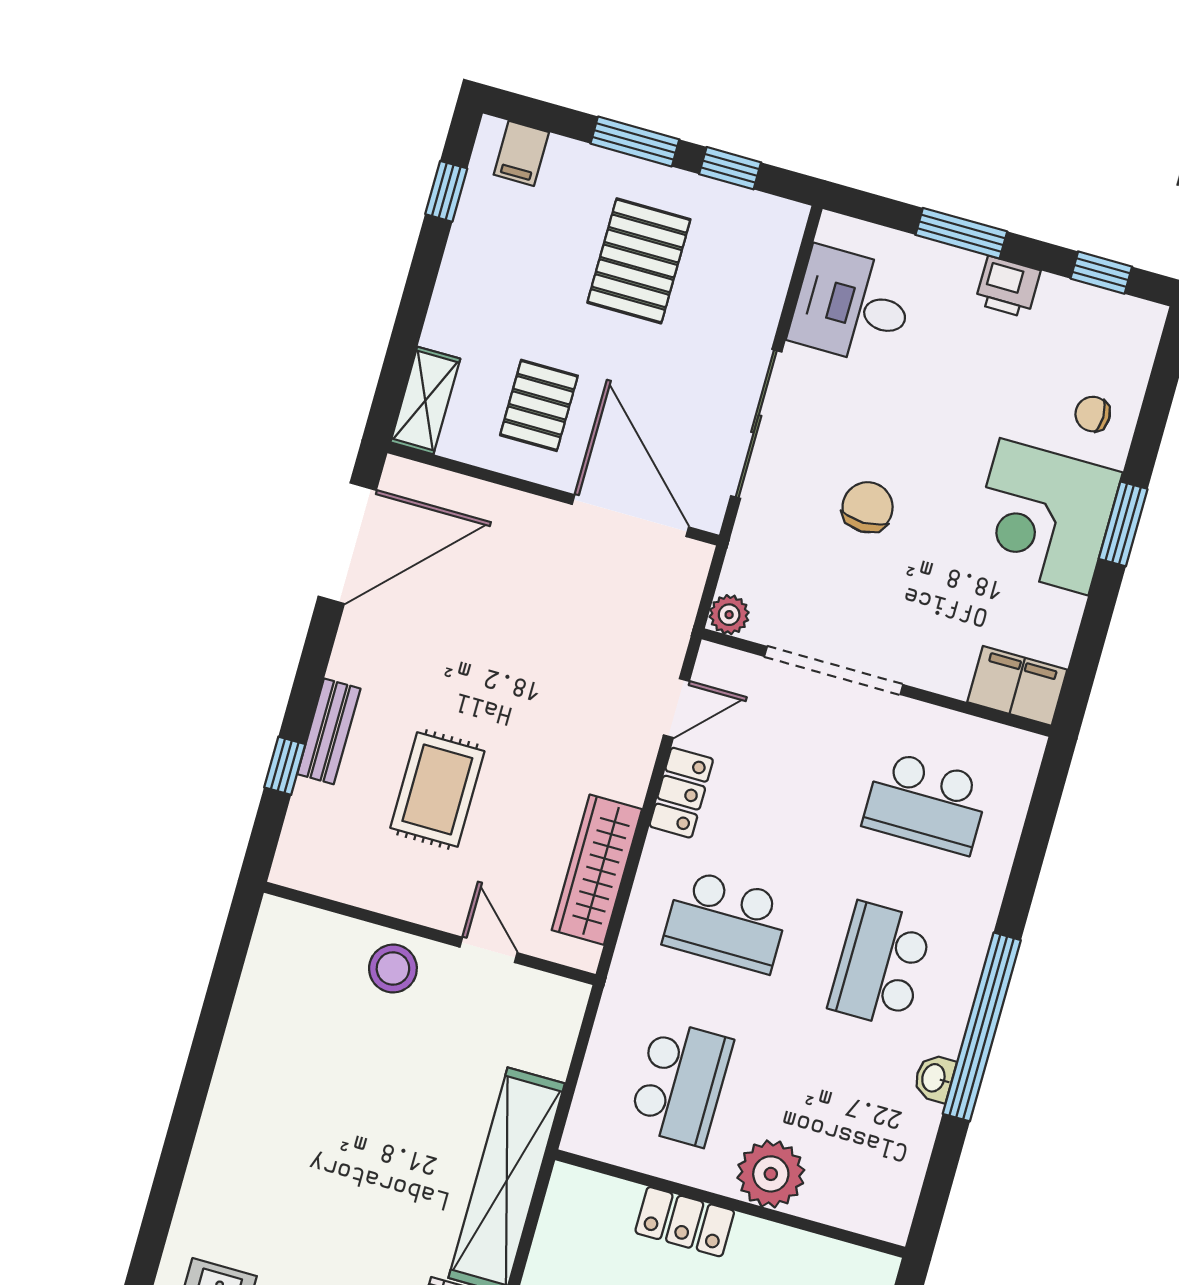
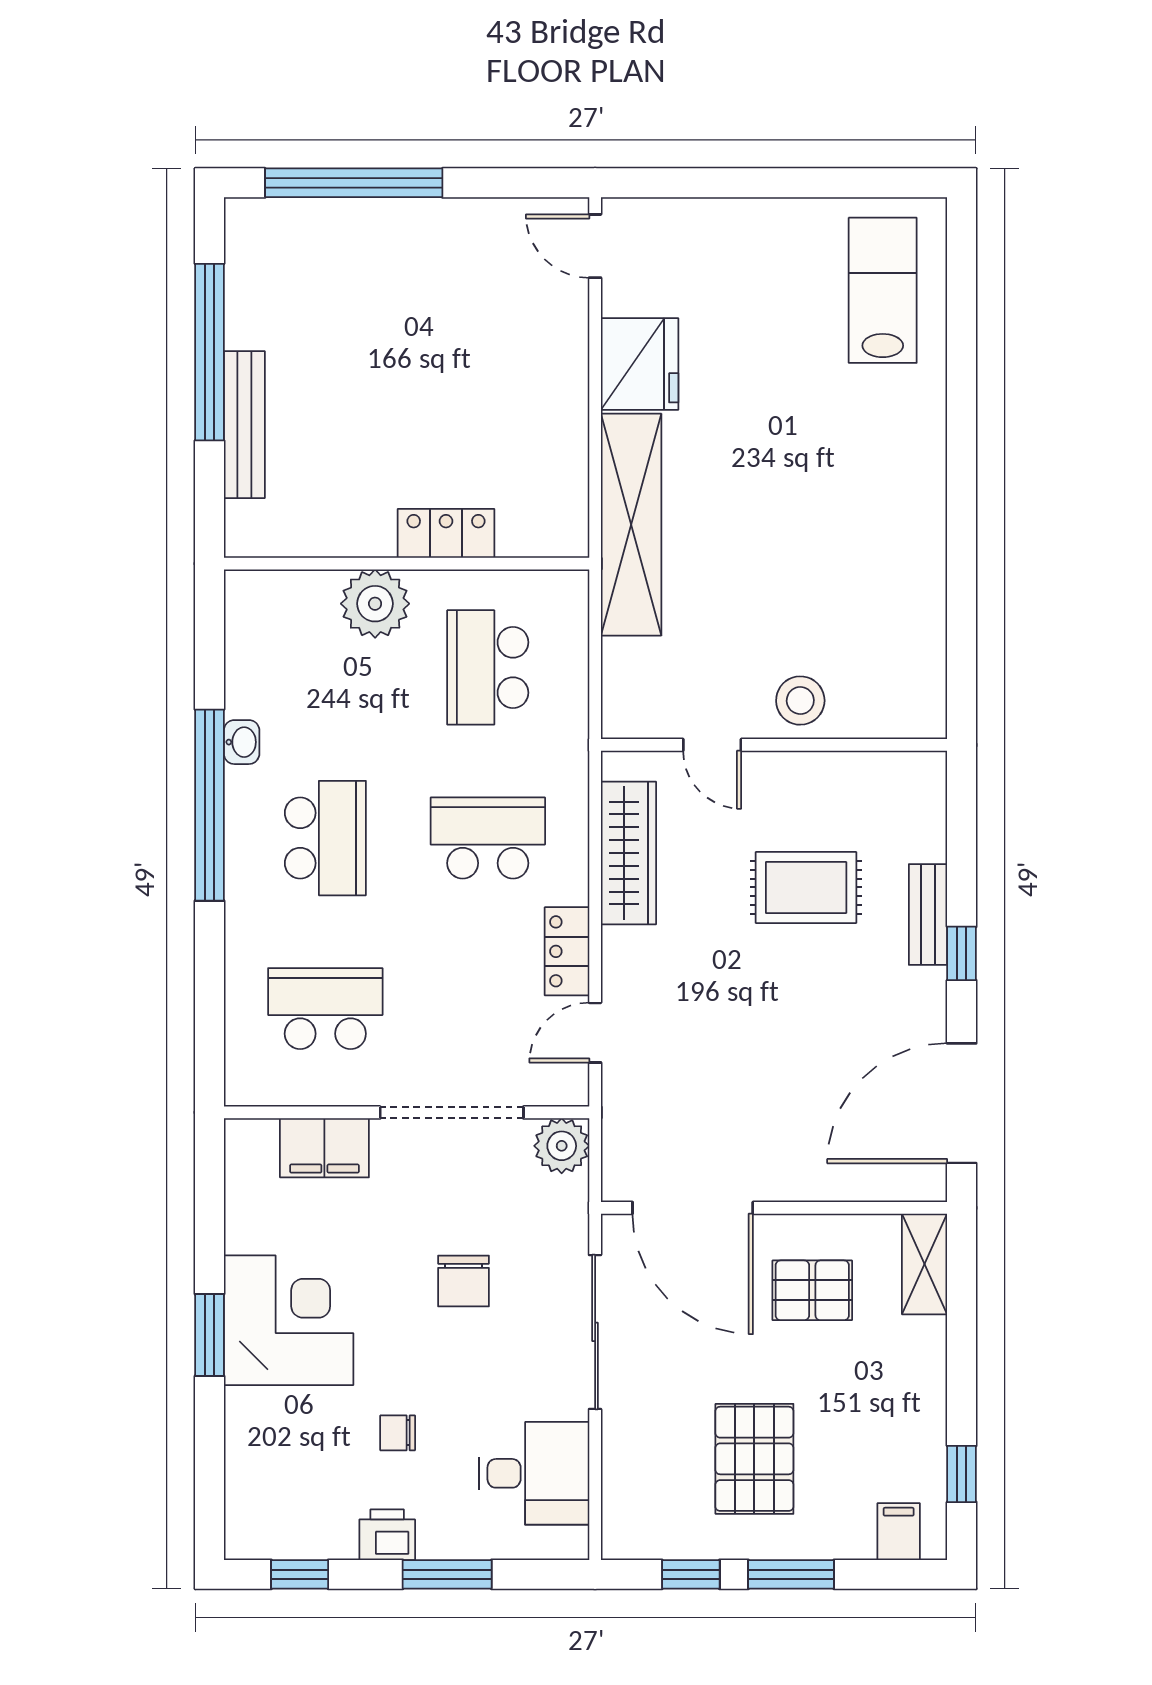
pallet: (539, 405) -> (812, 1290), turned 90
chair: (1093, 414) -> (398, 1433), moved, turned 180
plant: (729, 615) -> (562, 1146), width x1.38, depth x1.38
filing cabinet: (1017, 686) -> (324, 1148), moved
window: (285, 766) -> (962, 953), moved
rug: (437, 790) -> (806, 887), turned 90

